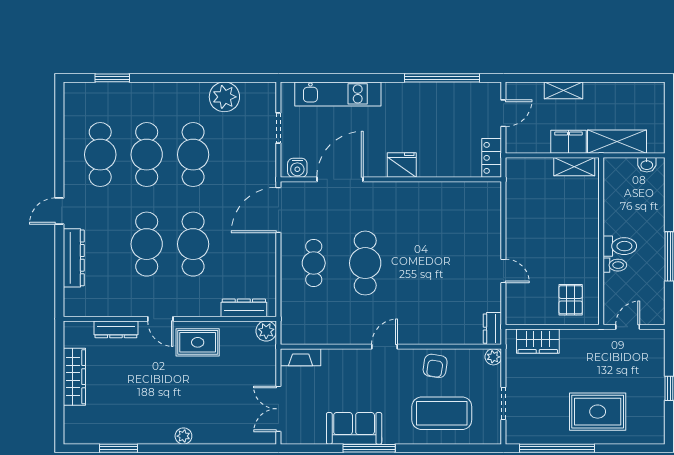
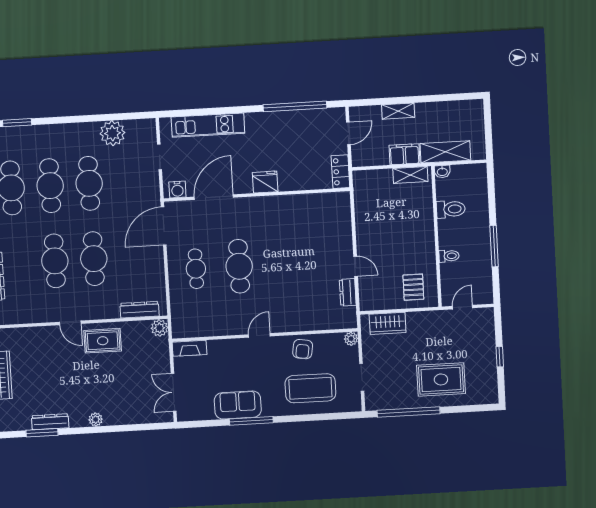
washbasin: (647, 165) -> (442, 172), moved
toilet: (620, 246) -> (451, 209), moved
dresser: (116, 329) -> (50, 422), moved, turned 180
dresser: (492, 329) -> (348, 292), moved

